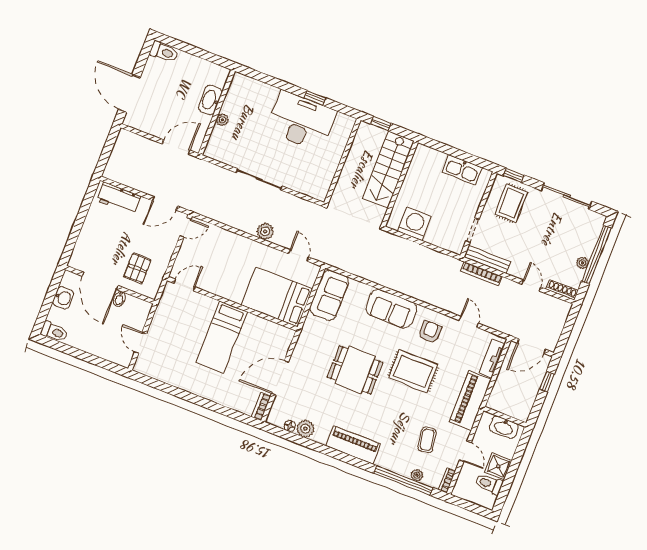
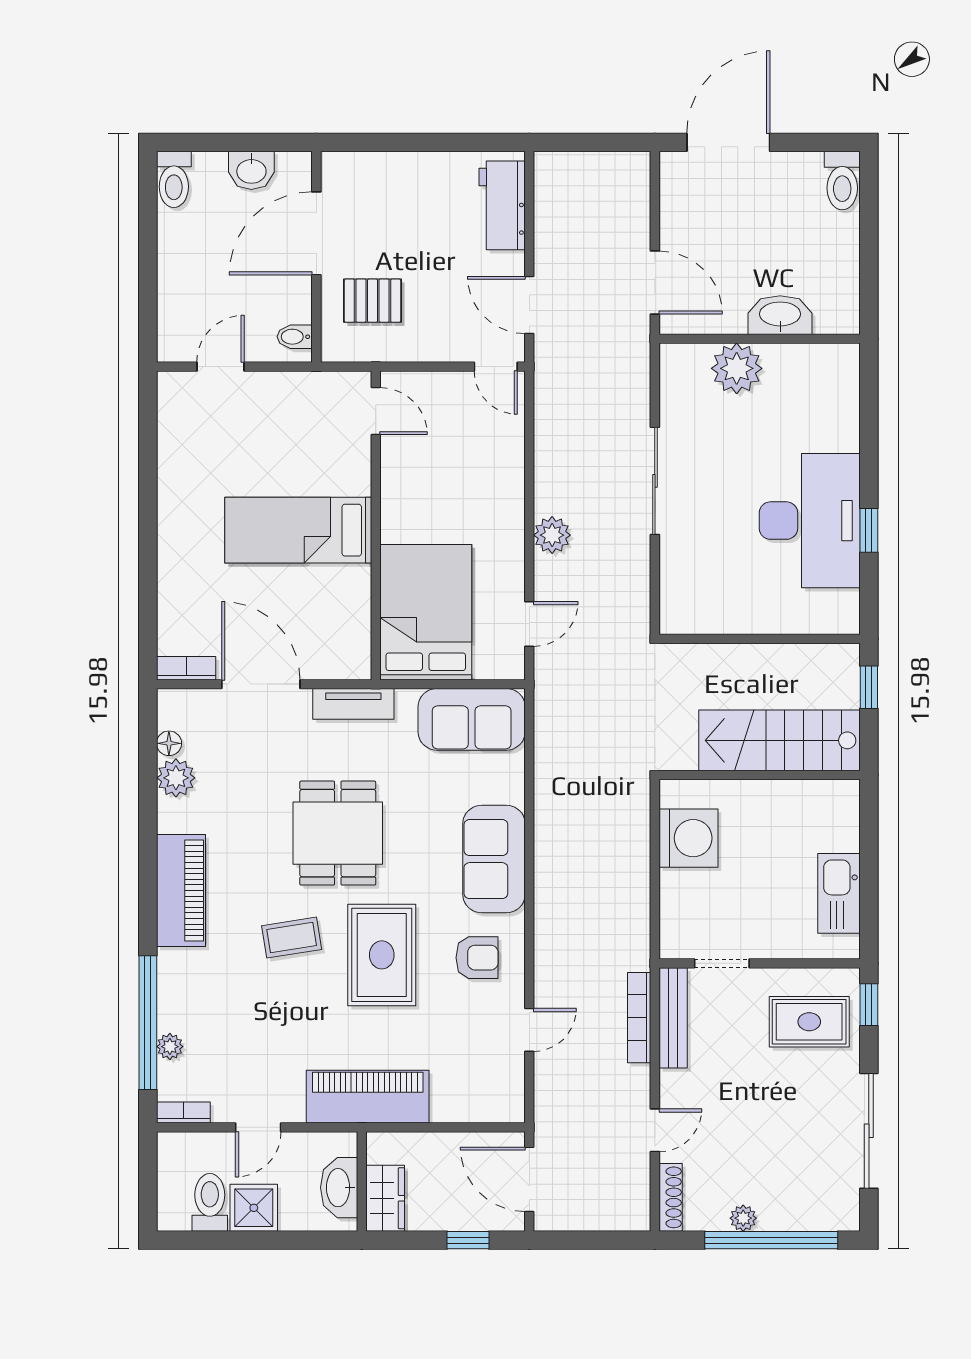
plant: (222, 120) -> (737, 368), width x1.87, depth x1.87
bidet: (119, 299) -> (295, 337), moved
tv unit: (492, 358) -> (353, 704), moved, turned 180
wardrobe: (516, 410) -> (385, 1198), added
coffee table: (427, 440) -> (292, 938), moved

